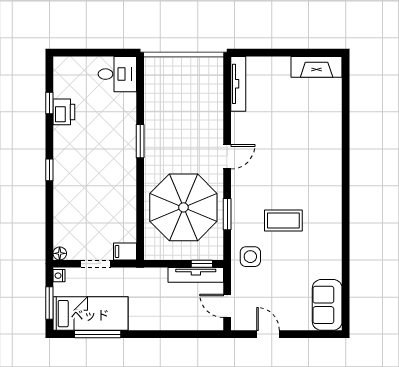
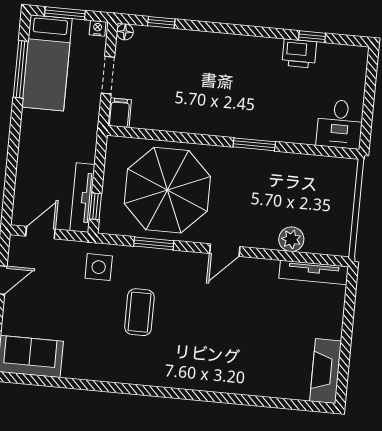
plant: (213, 104) -> (291, 239), added
door: (227, 157) -> (225, 250), hinge flipped
window: (49, 170) -> (161, 22), moved

